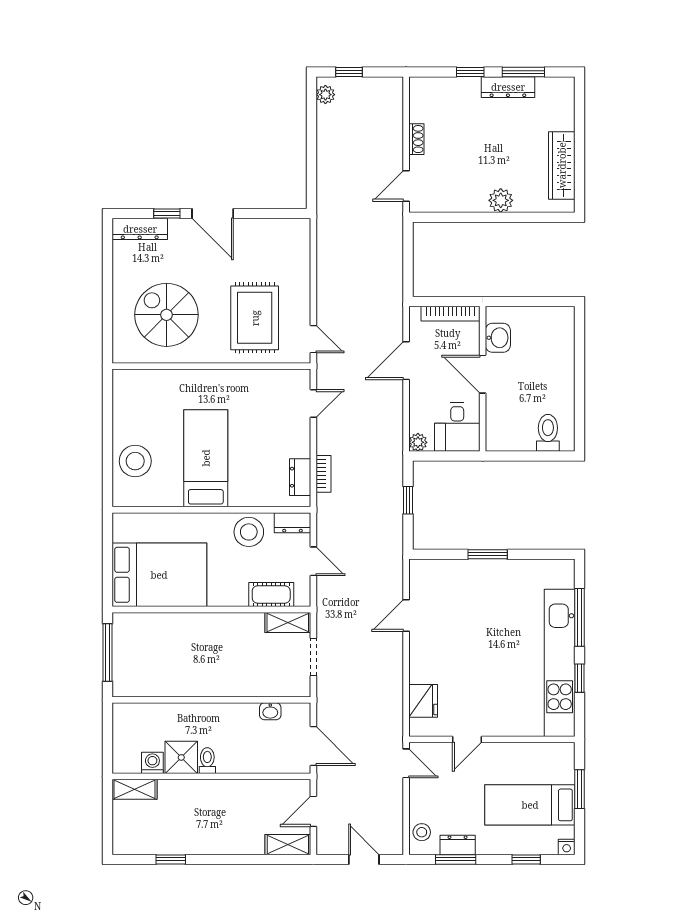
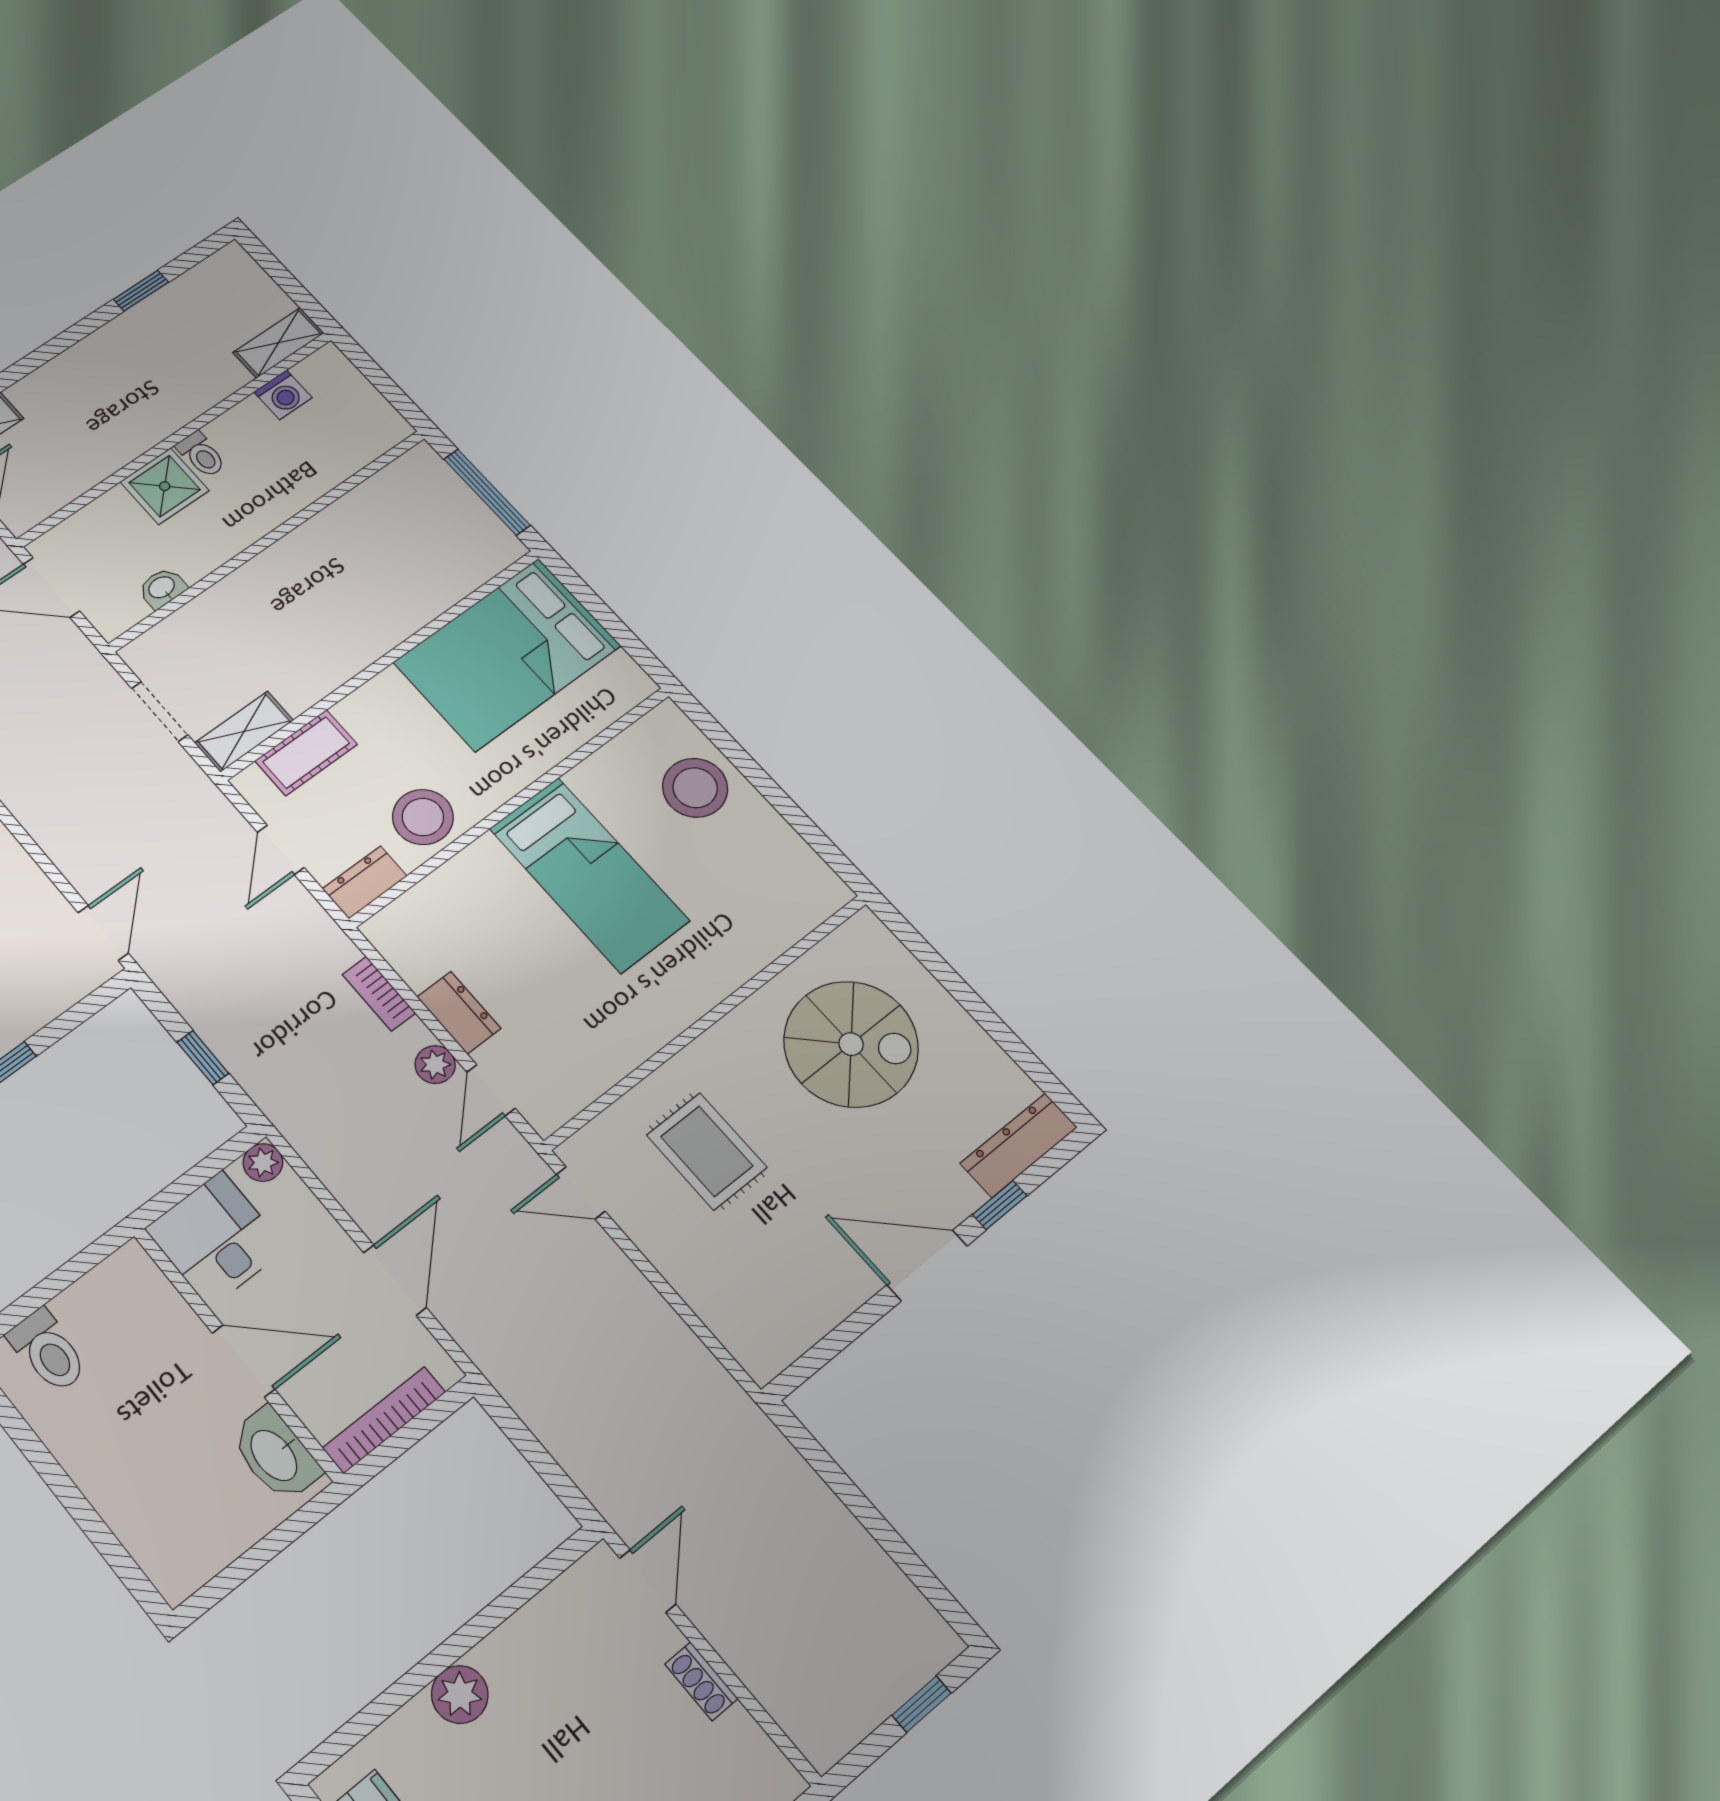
plant: (325, 95) -> (435, 1065), moved
rug: (255, 318) -> (707, 1151), width x0.73, depth x0.70
washbasin: (498, 338) -> (275, 1454), width x1.38
dresser: (300, 477) -> (459, 1013), moved
door: (313, 561) -> (281, 850), hinge flipped
door: (406, 616) -> (103, 933), moved
shower: (181, 757) -> (165, 486), moved

